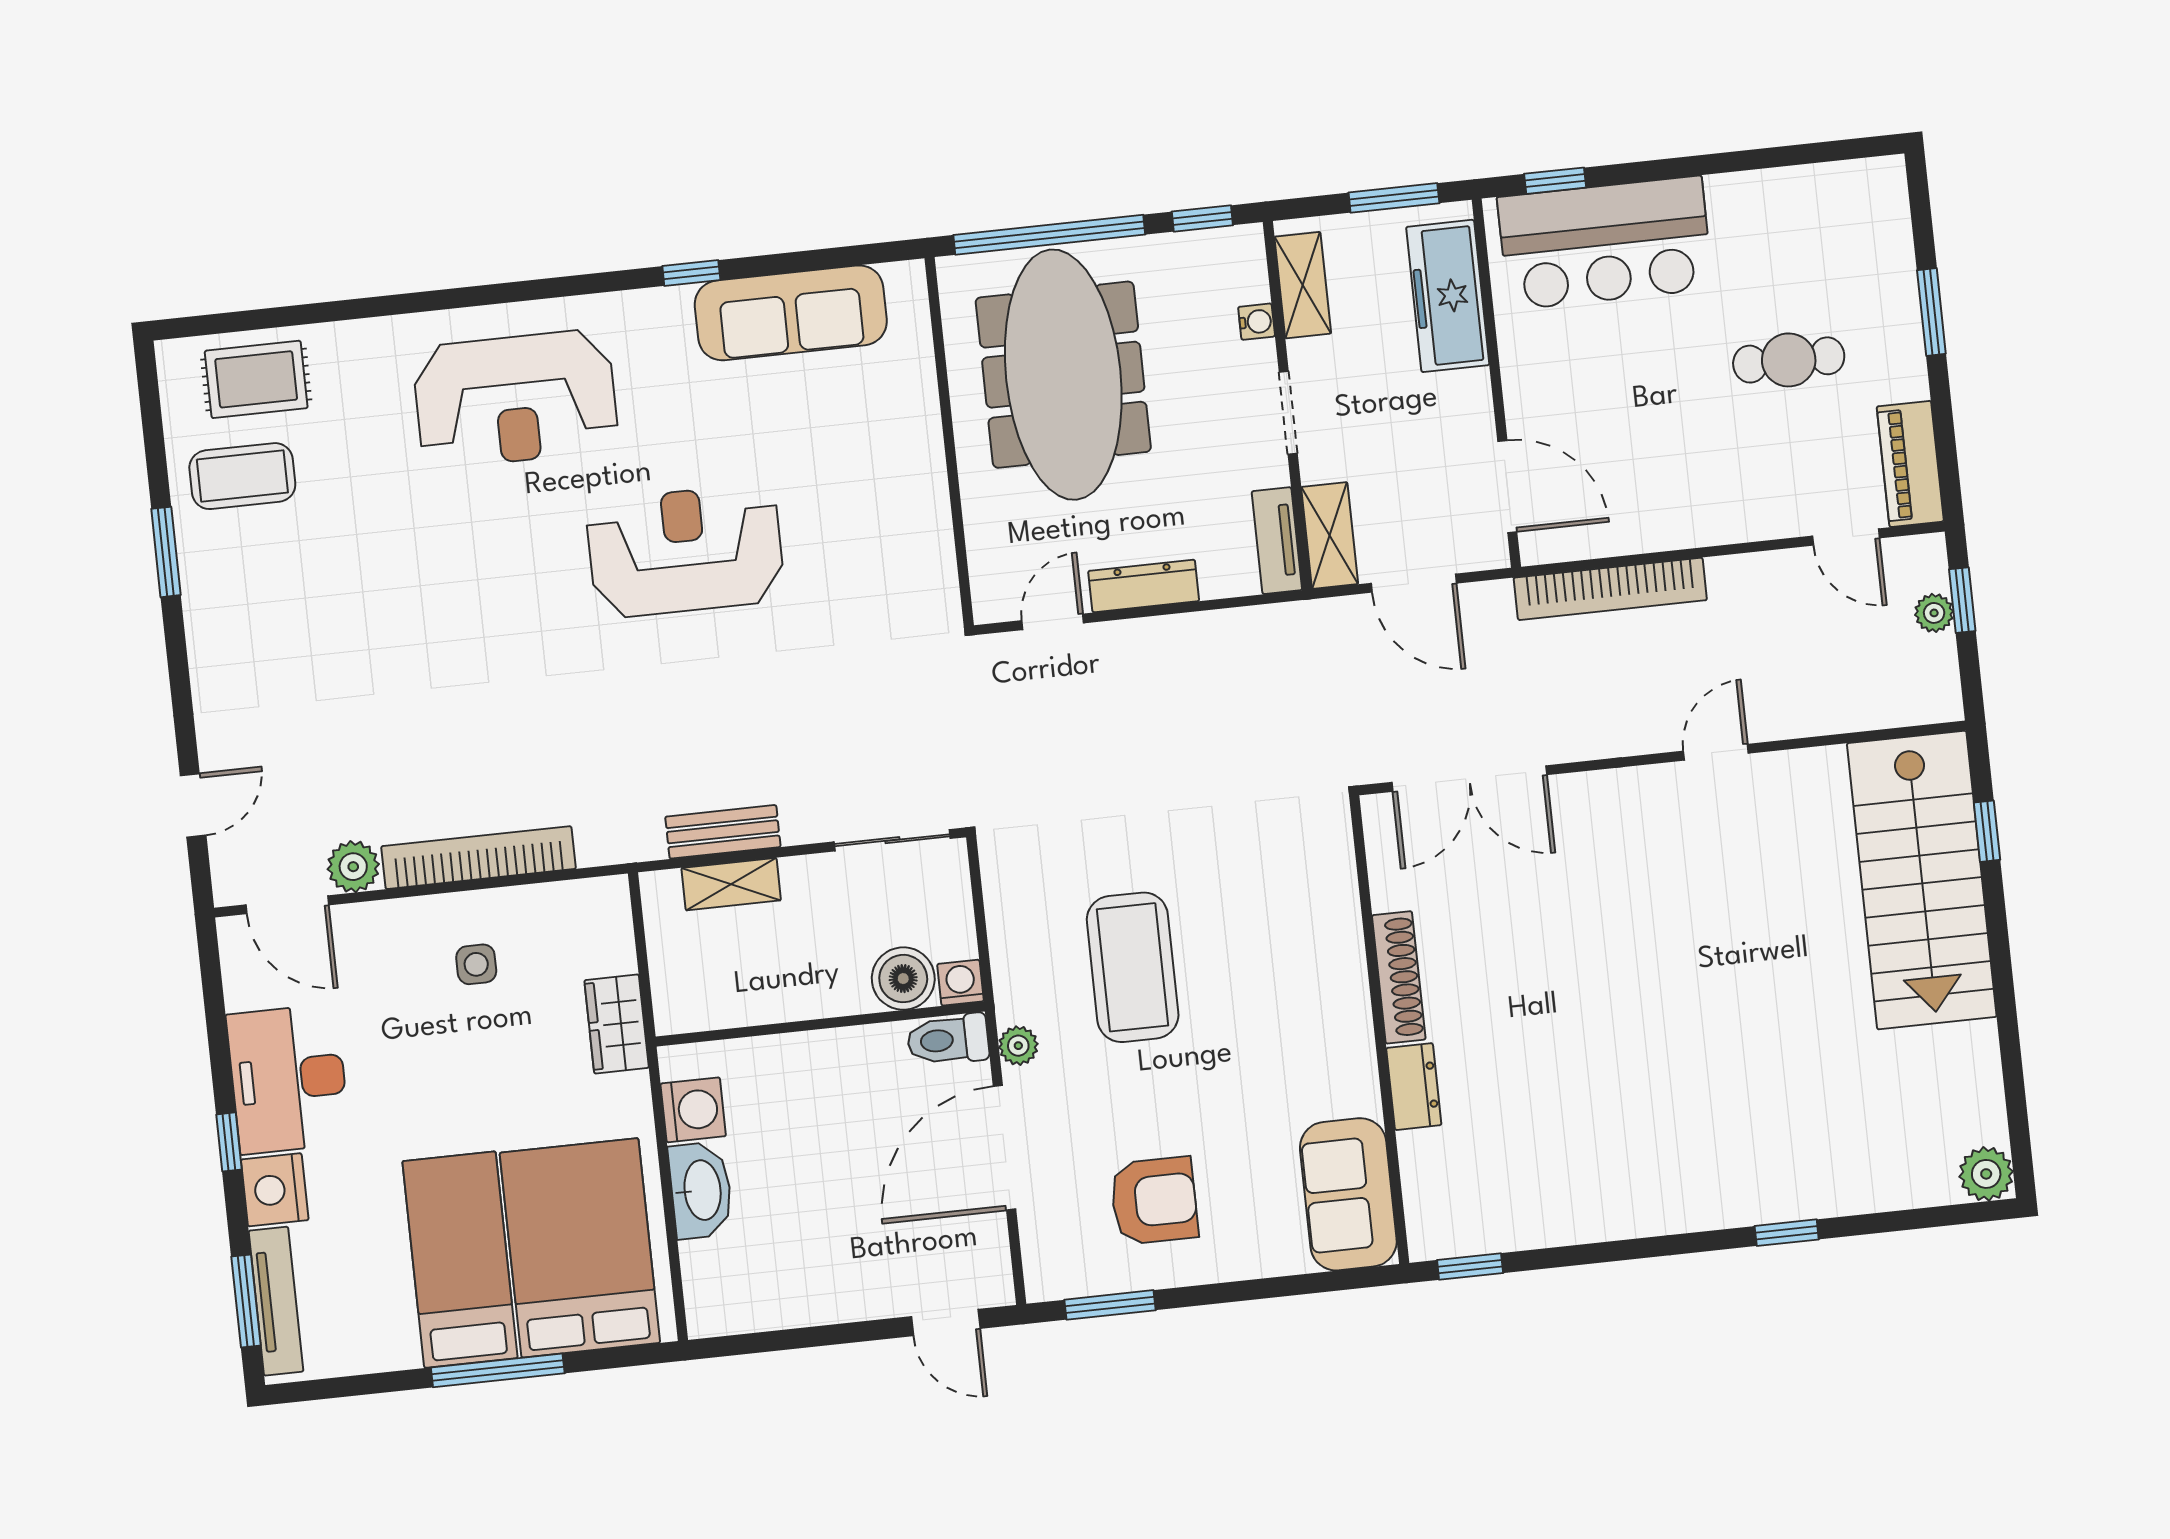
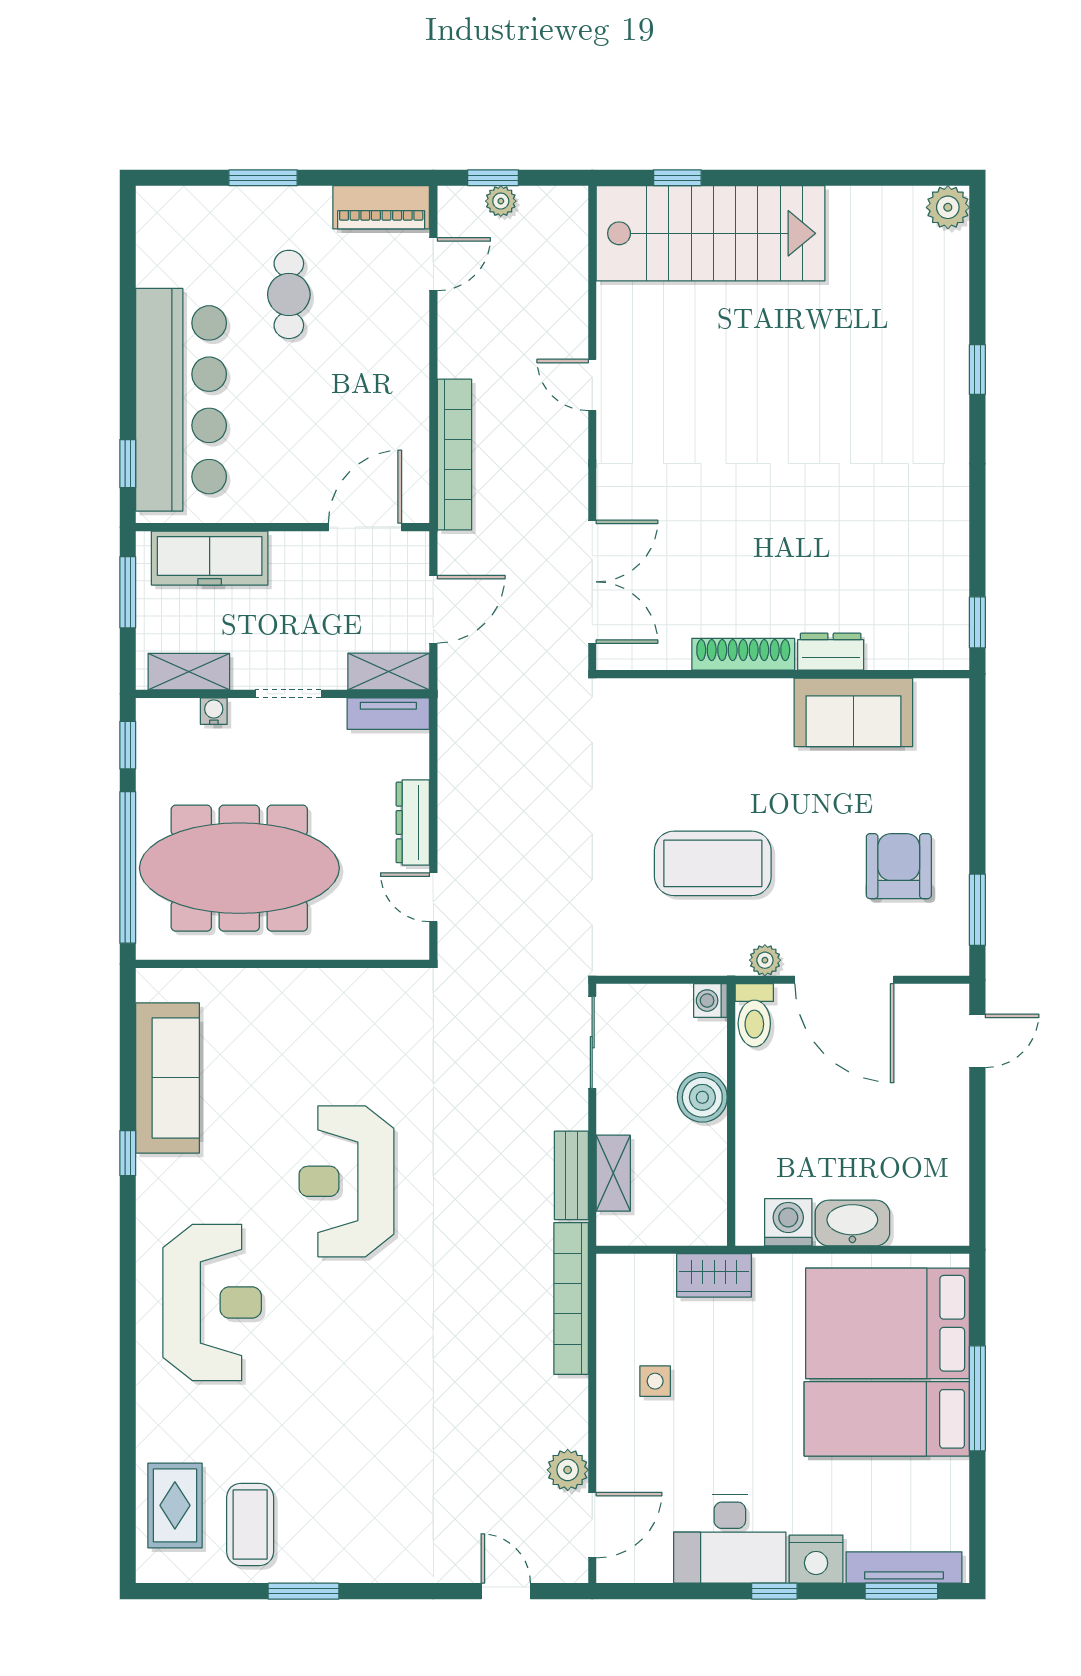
bar counter: (1605, 243) -> (181, 400), width x1.36
bookcase: (478, 858) -> (571, 1299), moved
boiler: (903, 979) -> (702, 1097), moved
sofa: (1348, 1194) -> (853, 712), moved

